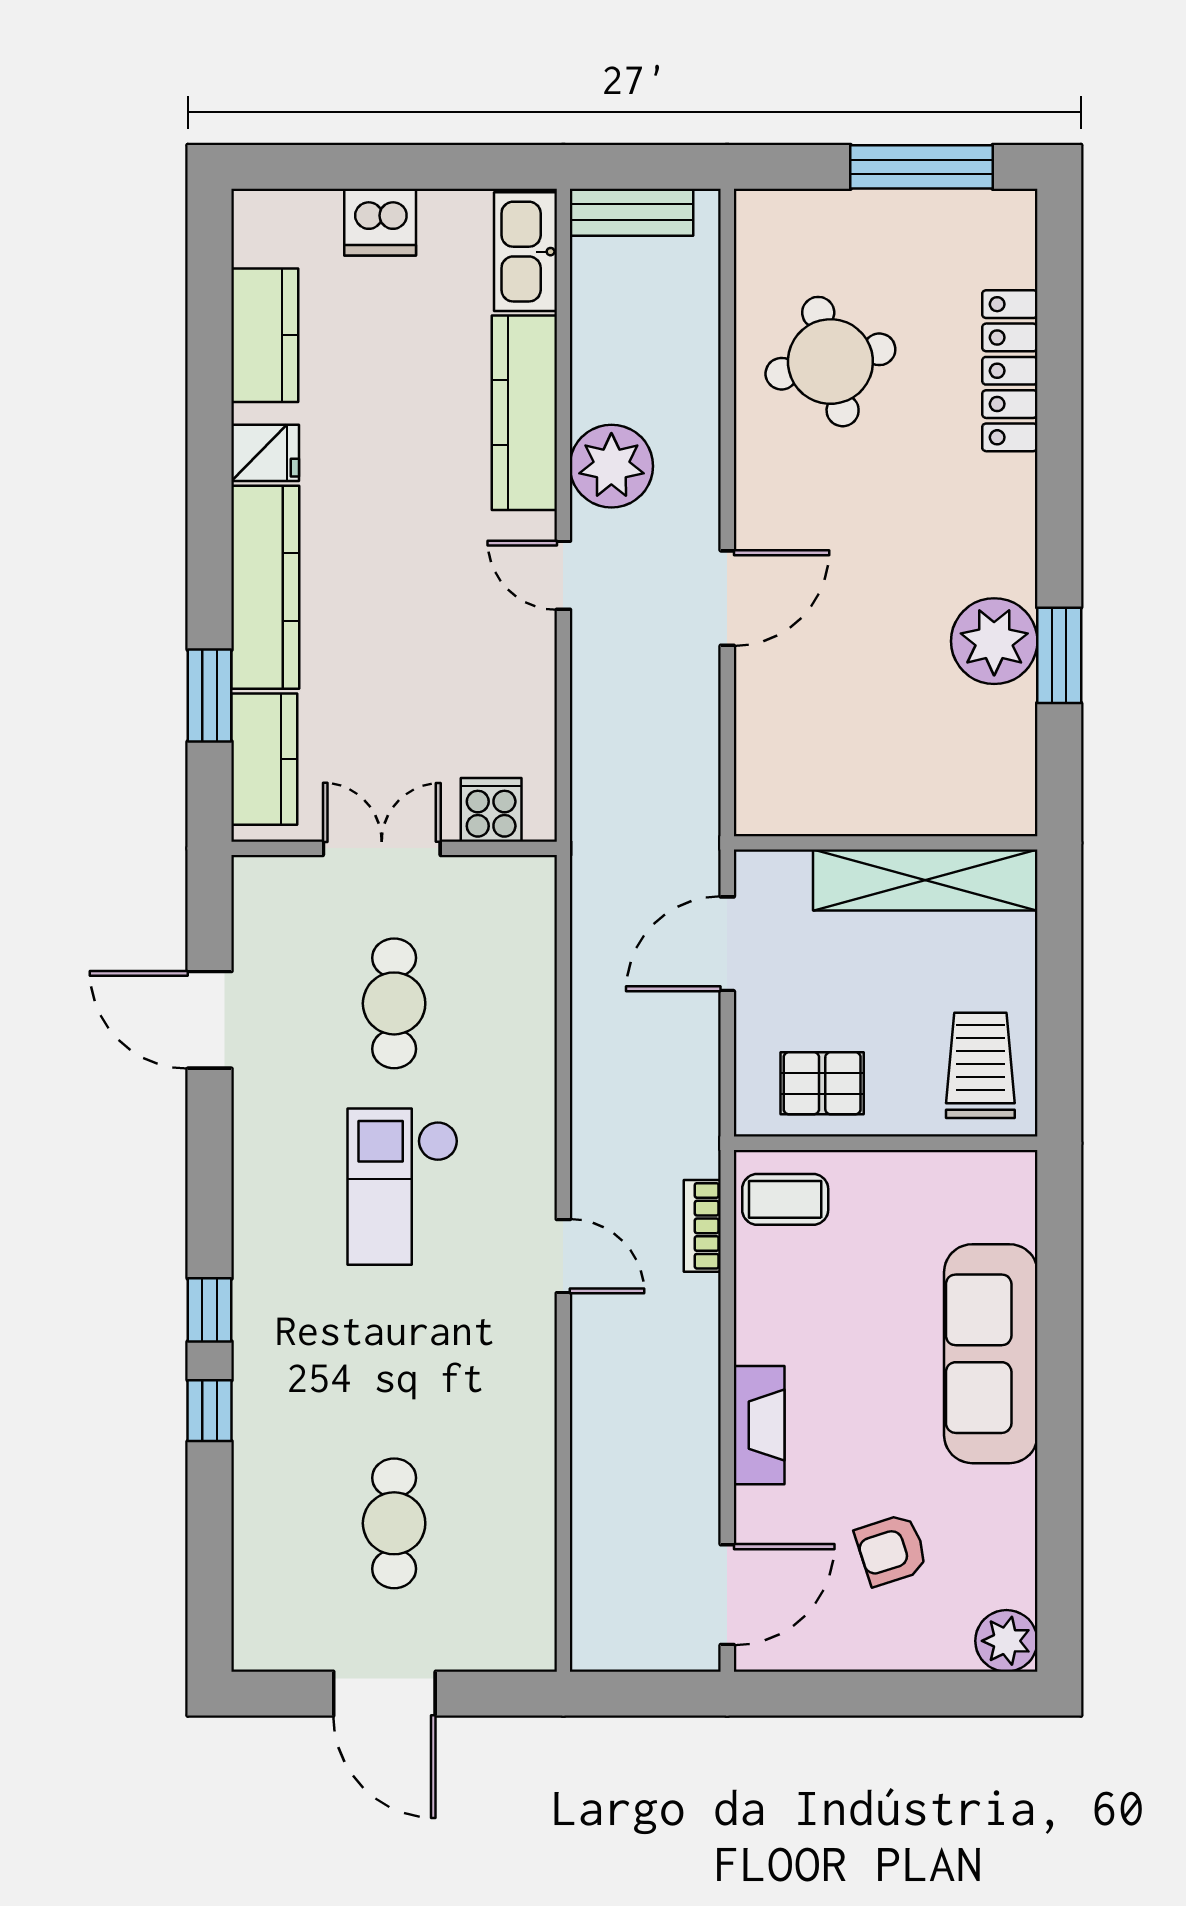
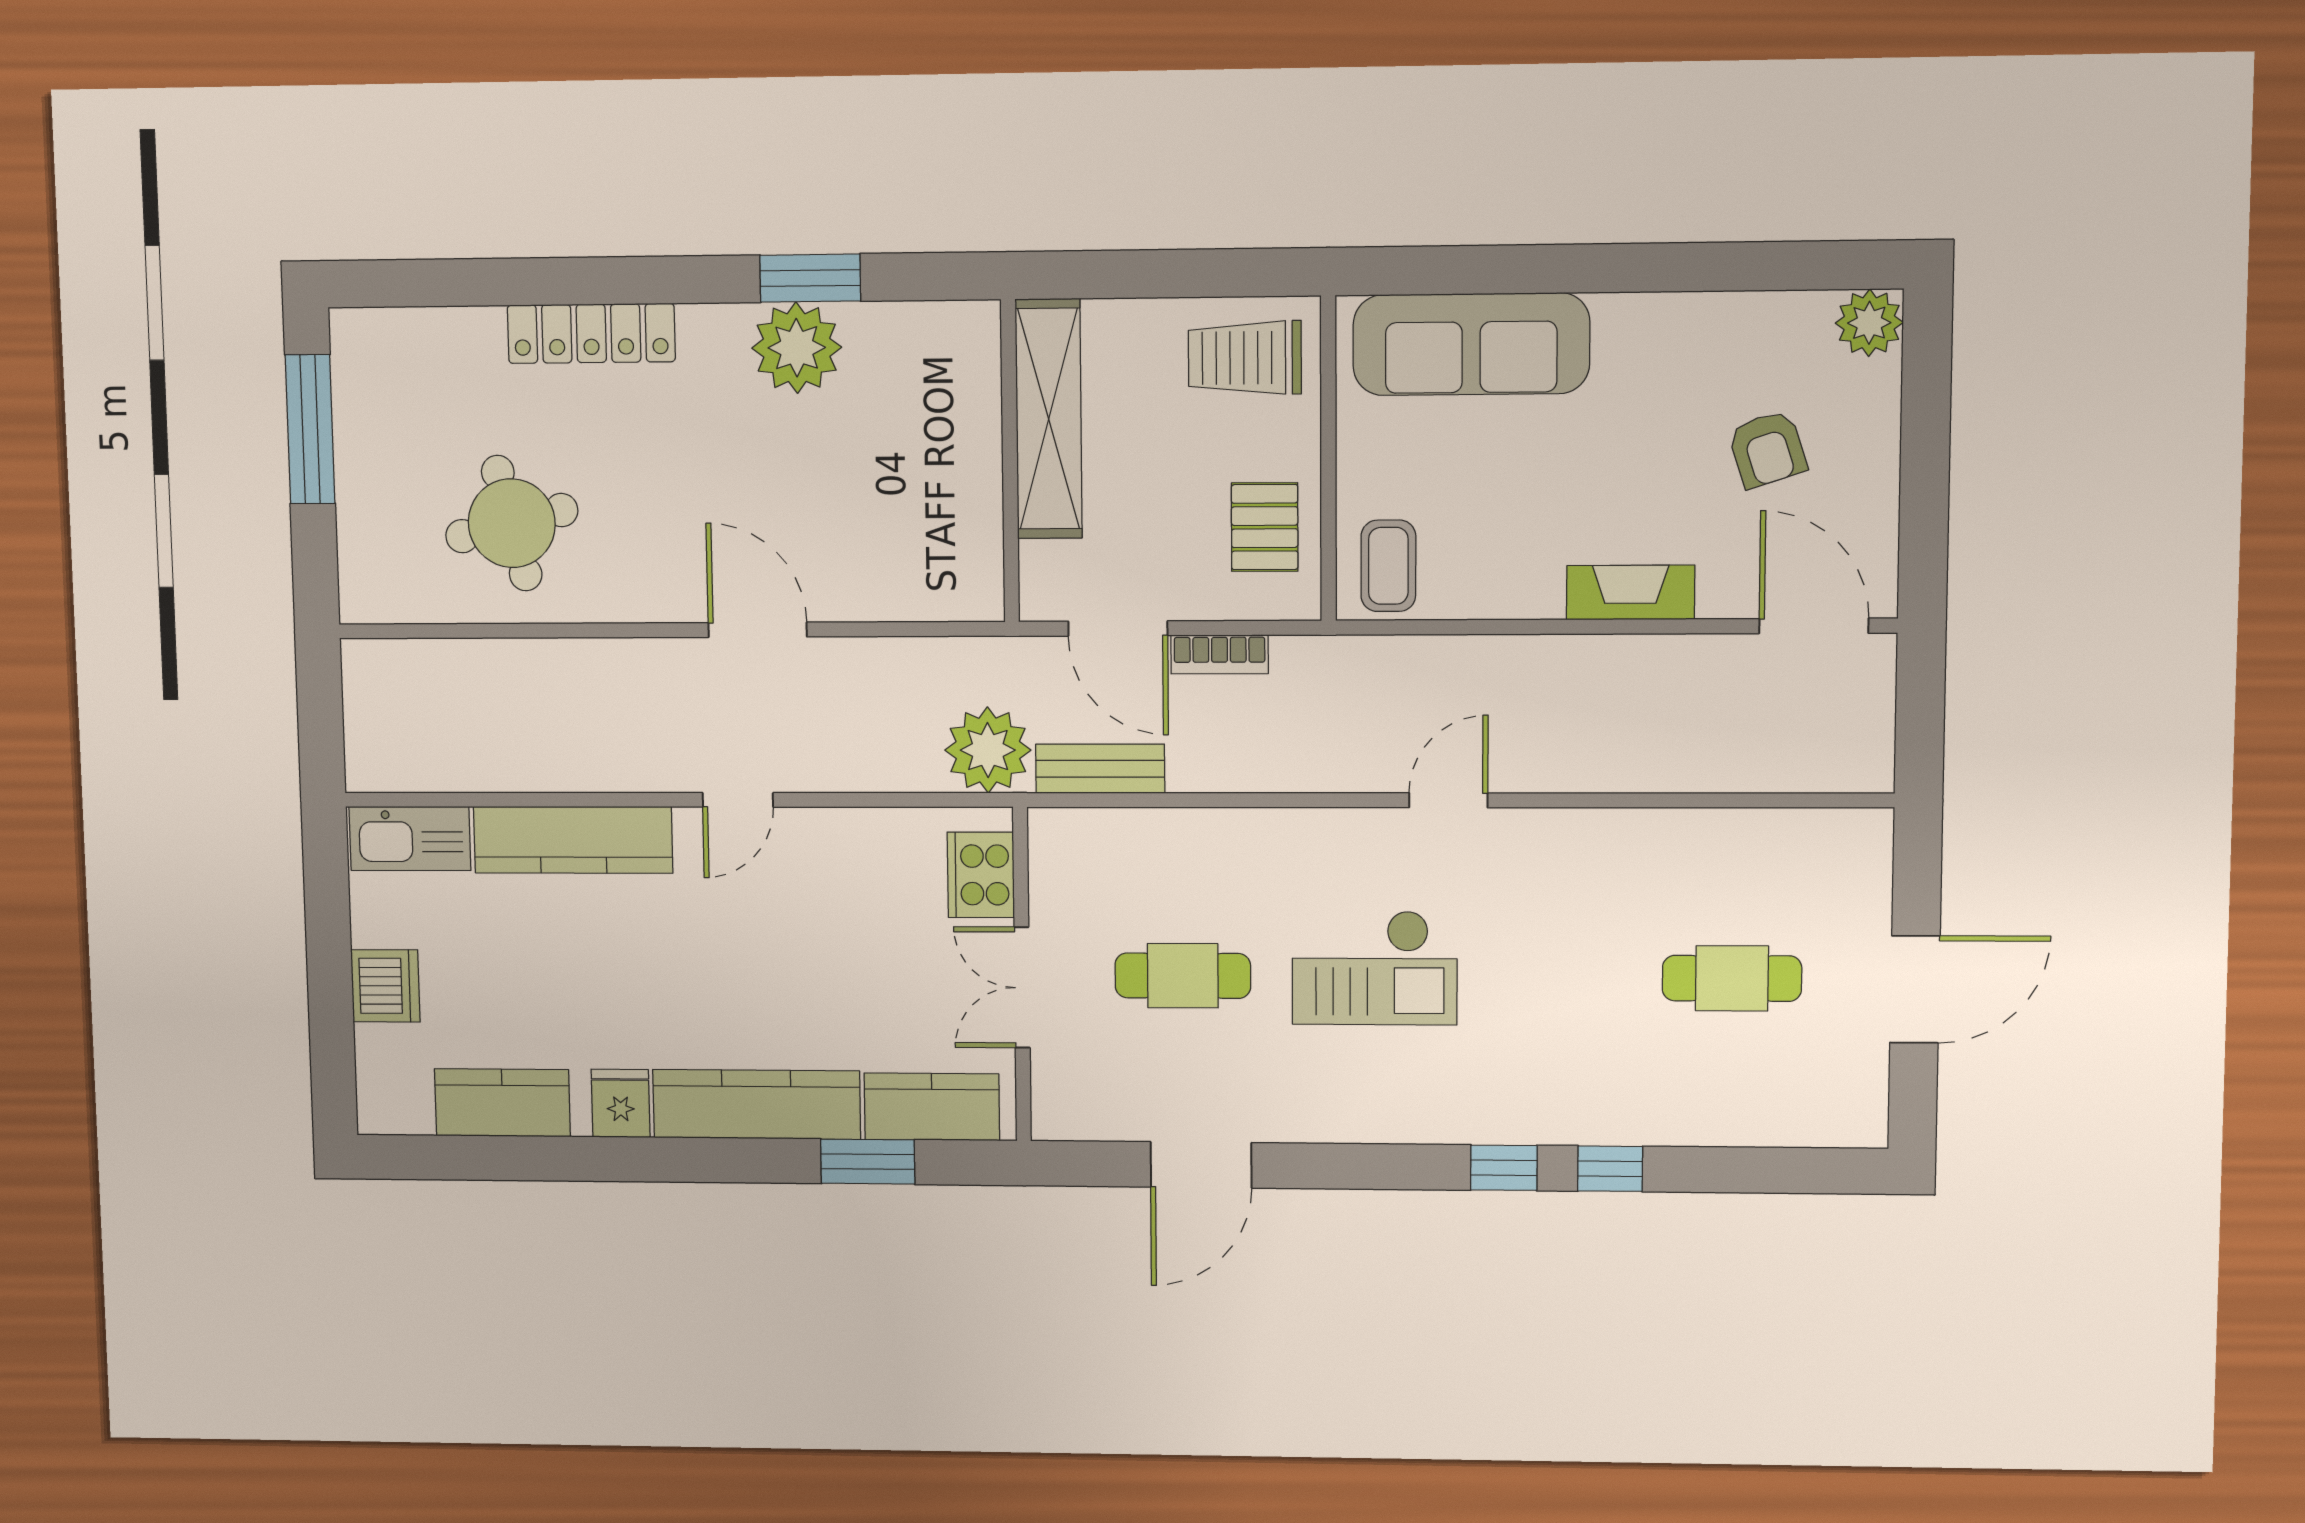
bench: (632, 212) -> (1100, 769), moved, turned 90
locker: (1010, 371) -> (591, 333), moved
plant: (611, 466) -> (988, 750), moved
cooker: (491, 810) -> (981, 875), width x1.36
bookcase: (702, 1226) -> (1220, 654), moved
sofa: (991, 1354) -> (1471, 344), moved

